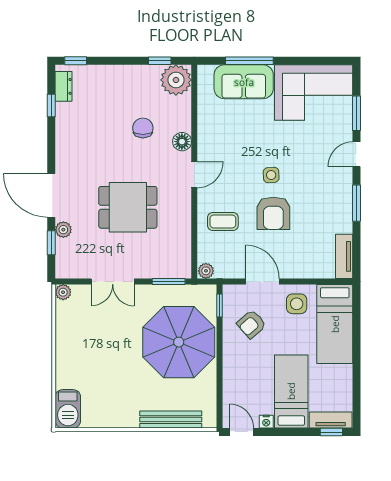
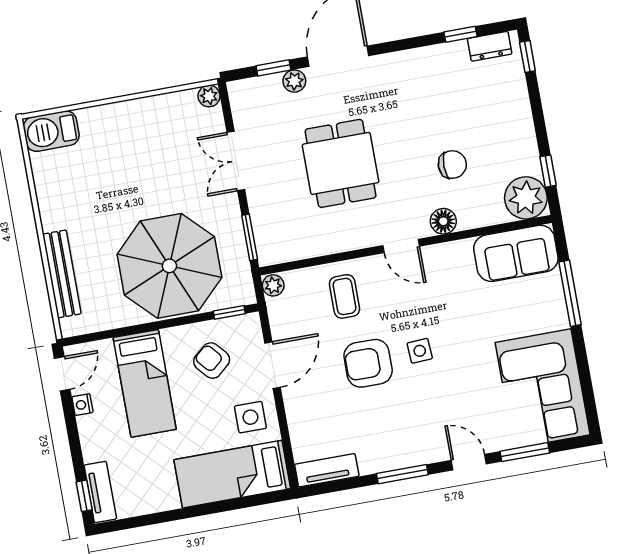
sofa: (244, 82) -> (516, 253), moved, turned -90
bed: (291, 391) -> (145, 383), moved, turned 90

